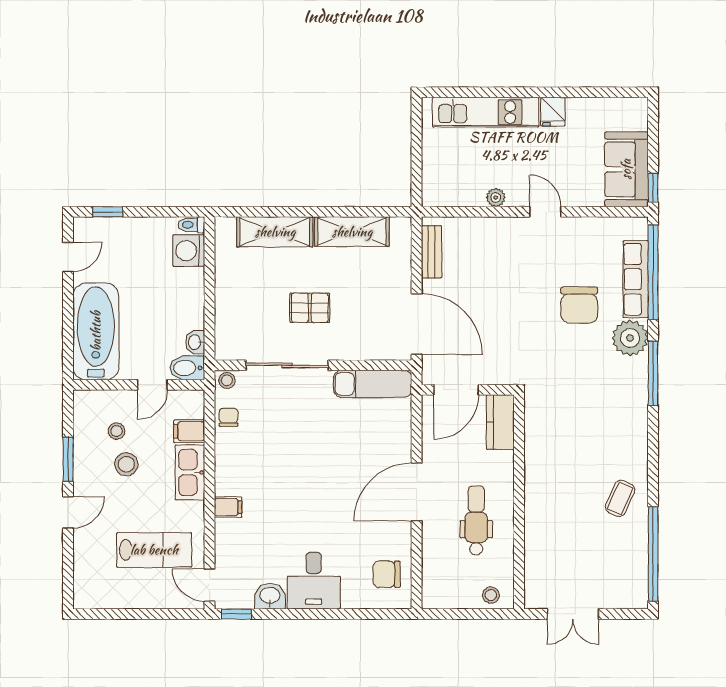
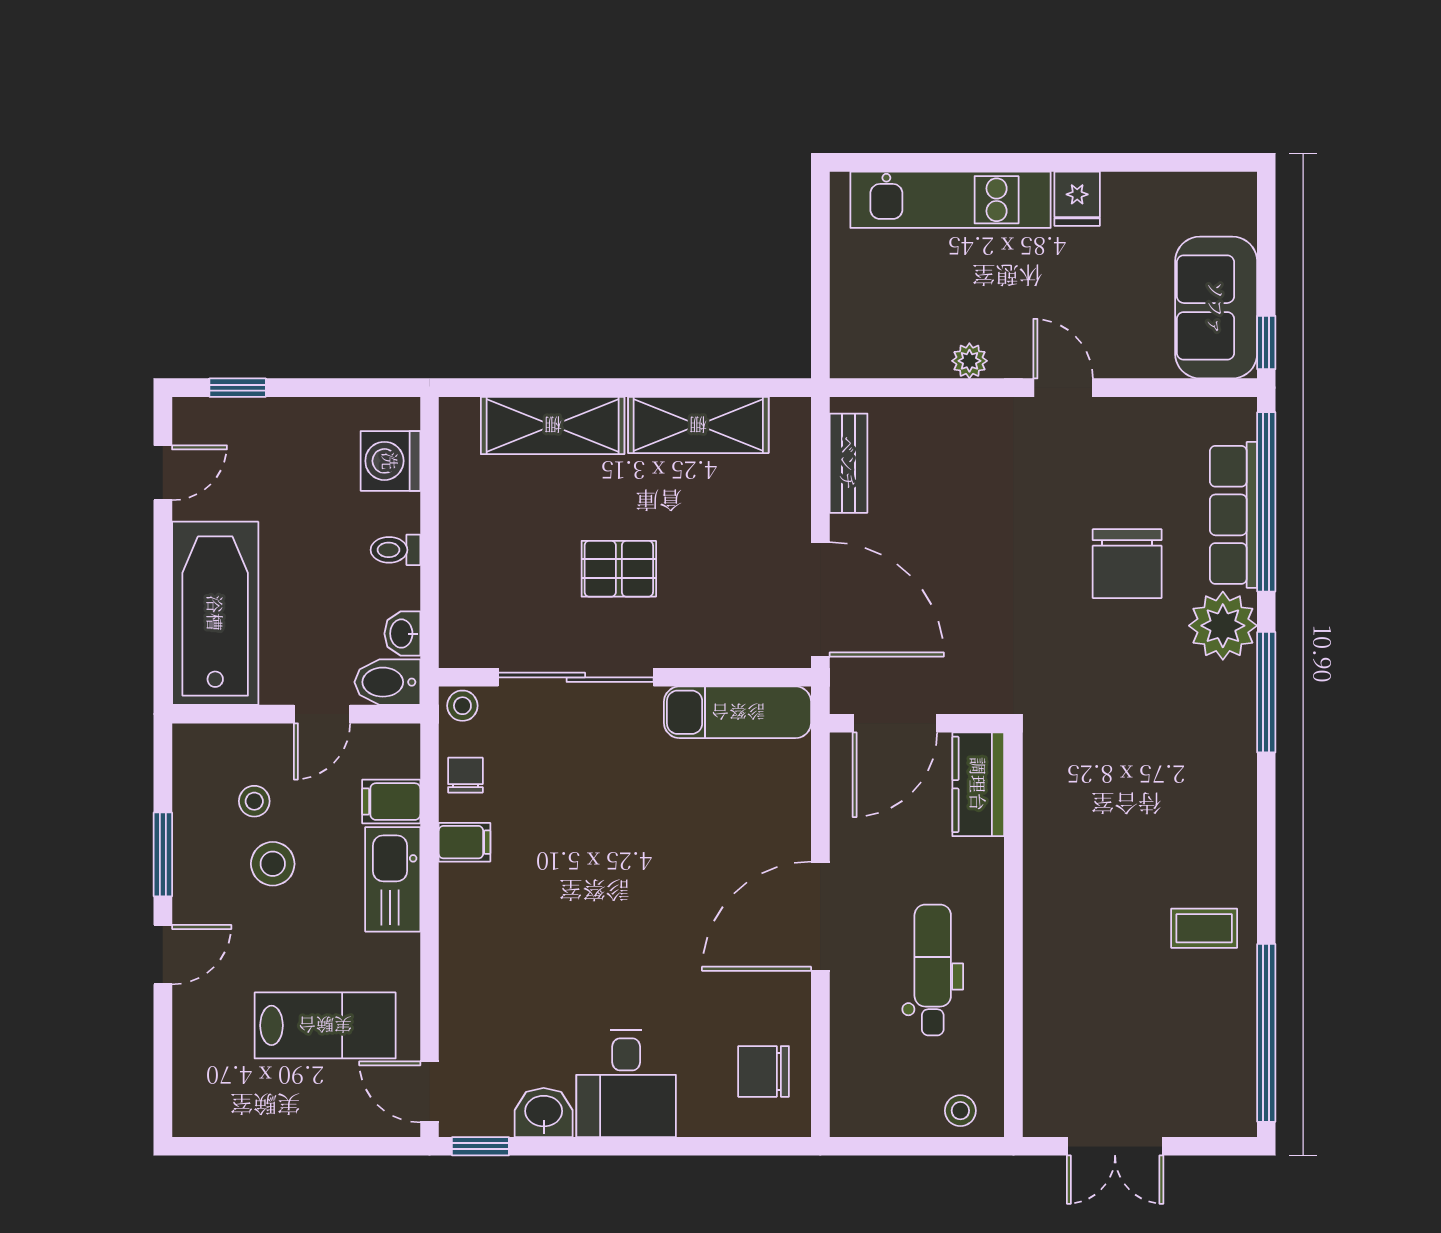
toilet: (191, 225) -> (395, 550), moved
coffee table: (620, 498) -> (1204, 928), turned 66
filing cabinet: (228, 507) -> (465, 842), moved

